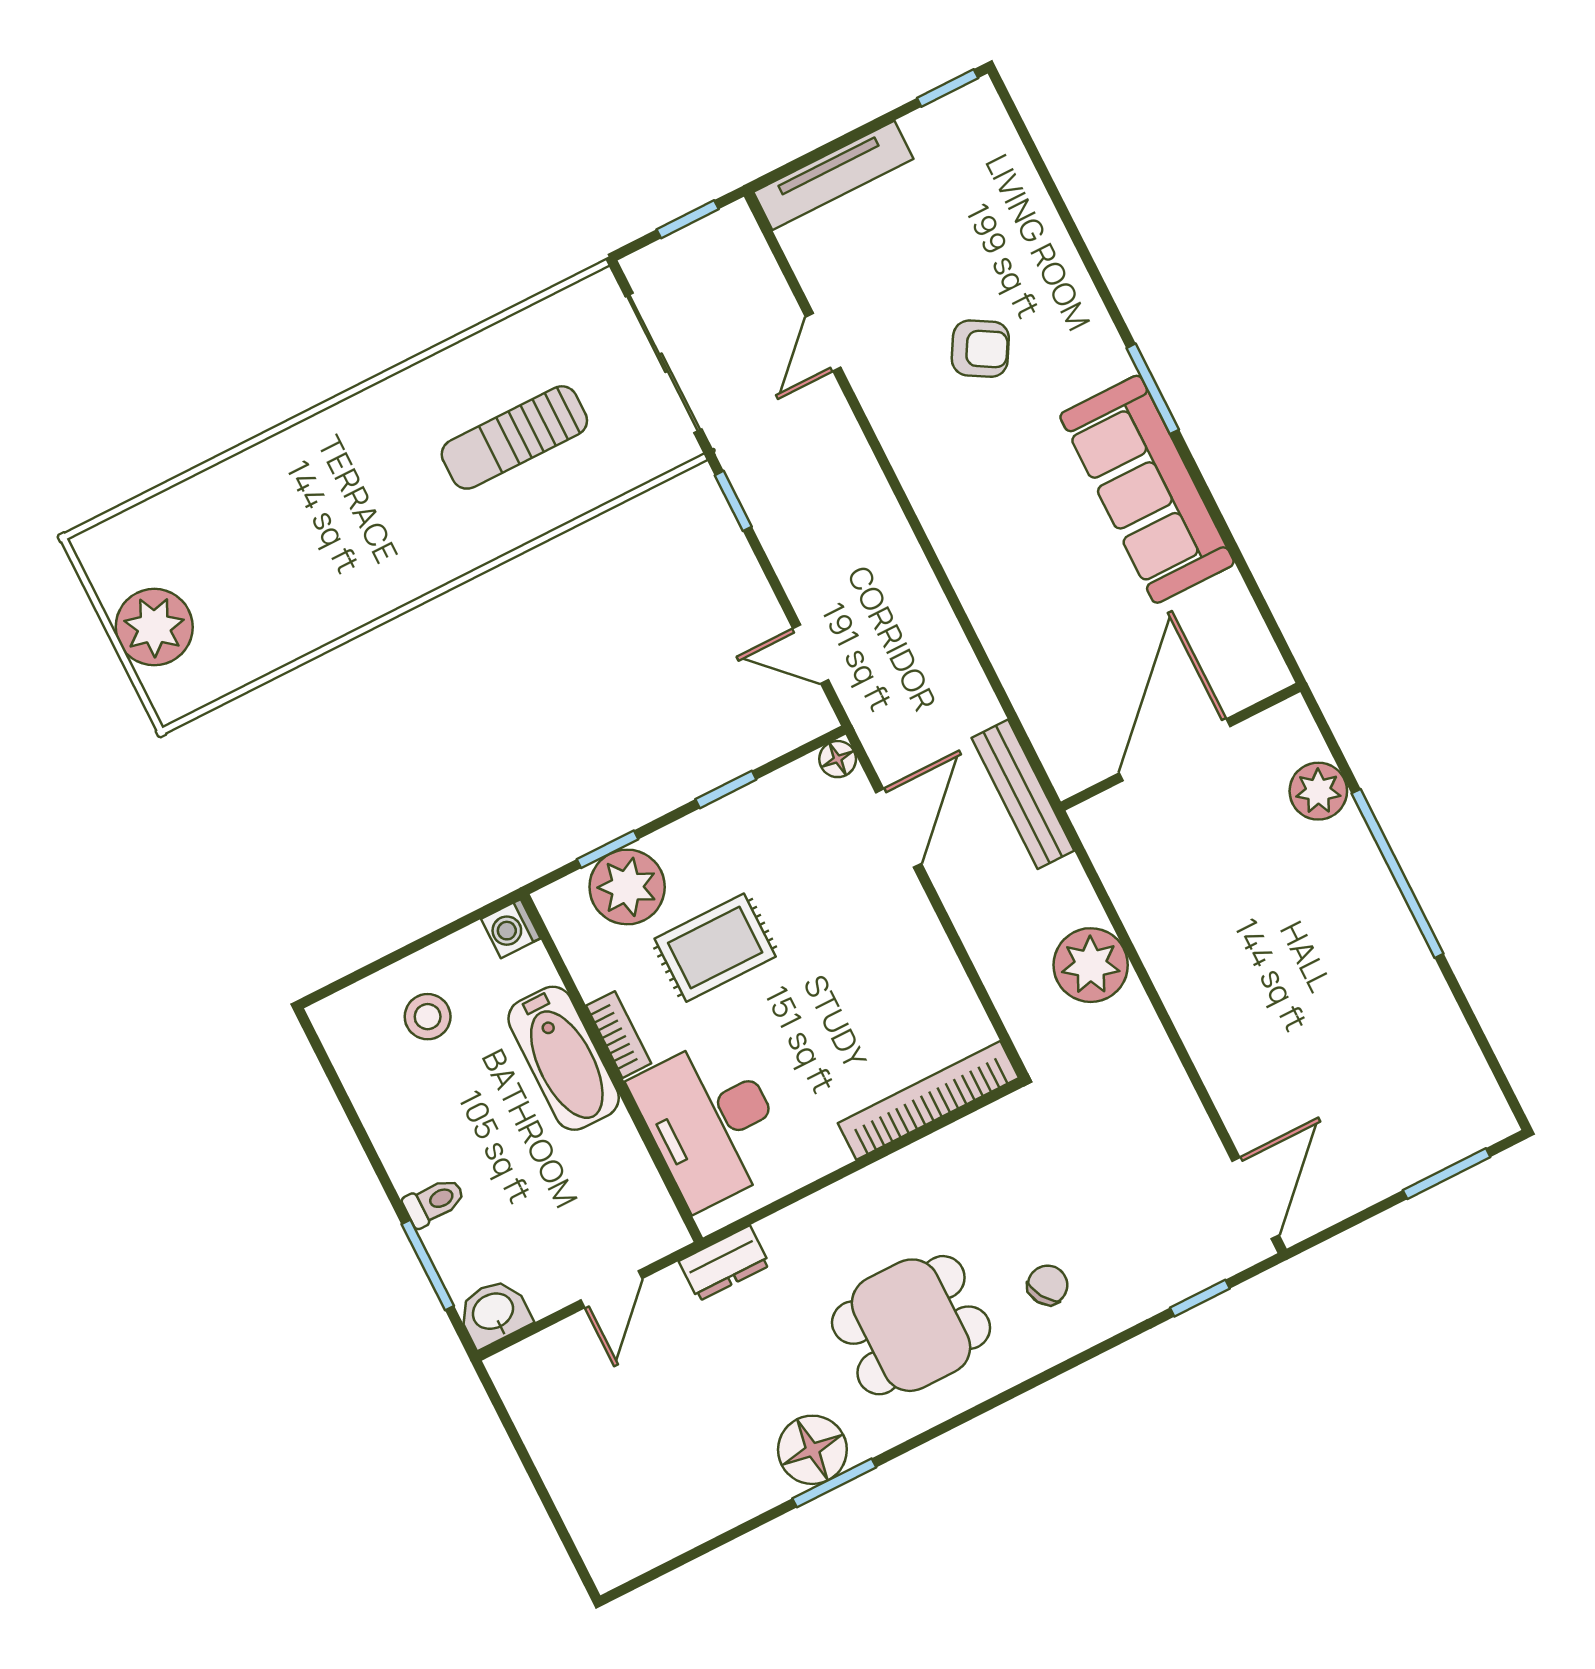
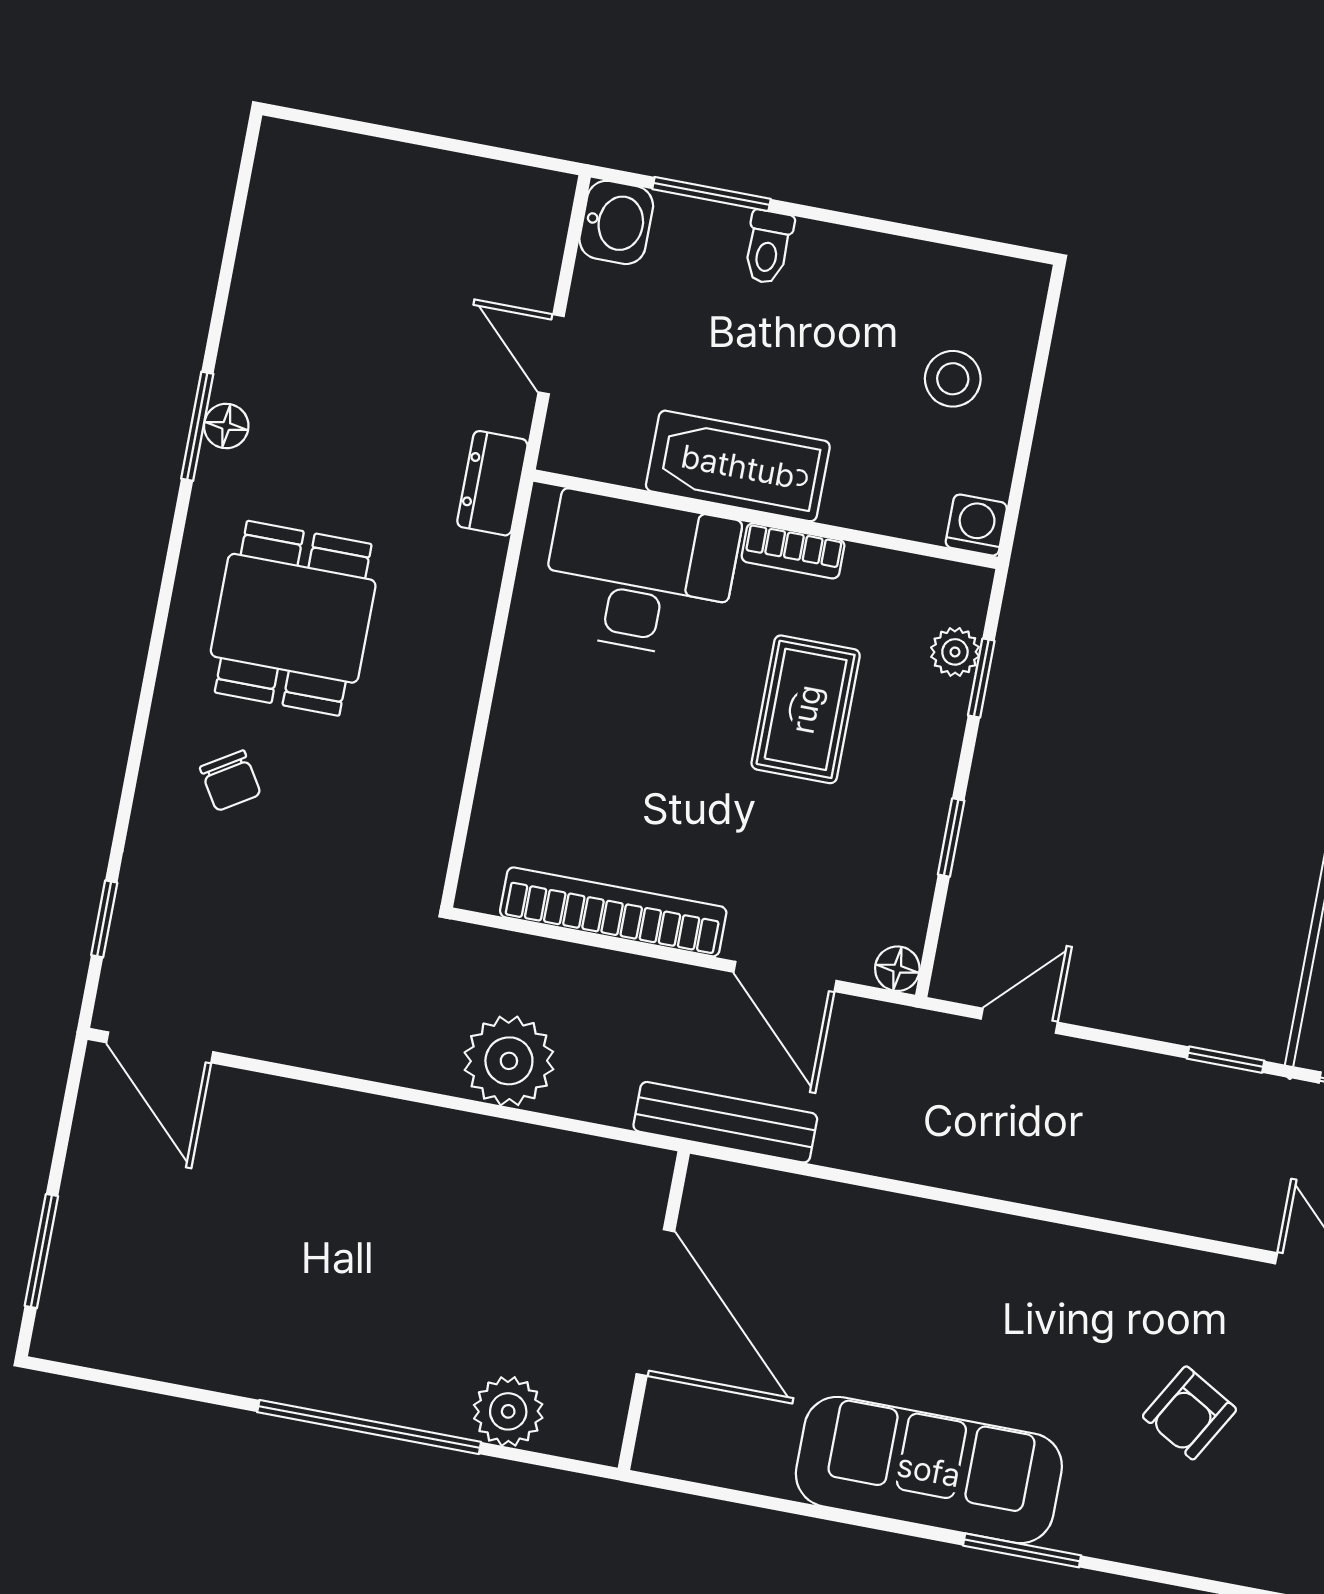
plant: (627, 887) -> (955, 652), width x0.53, depth x0.53
bathtub: (564, 1058) -> (738, 466), moved
bookcase: (928, 1100) -> (613, 912), moved, turned -90
floor lamp: (812, 1450) -> (226, 426), width x0.53, depth x0.53

